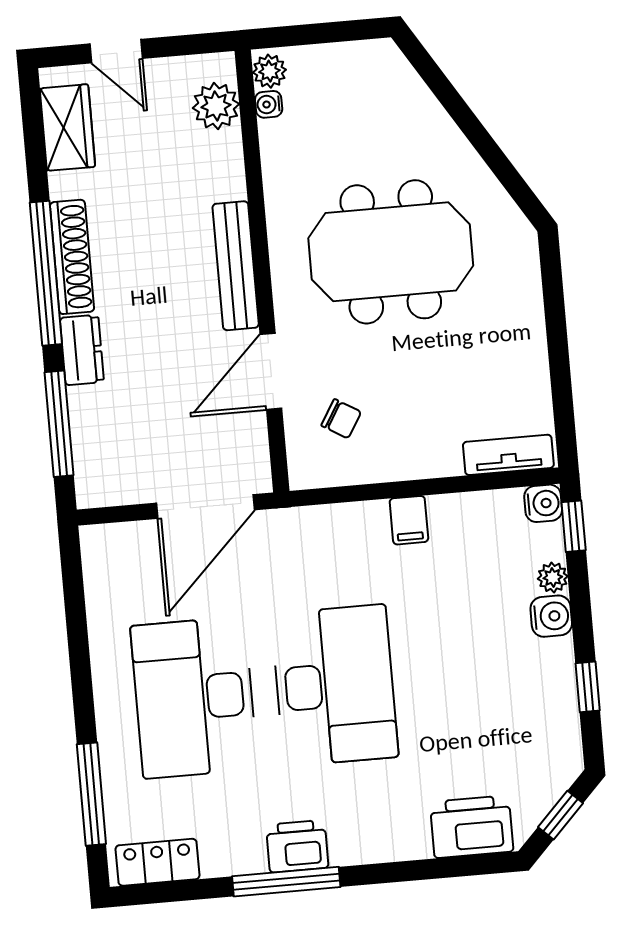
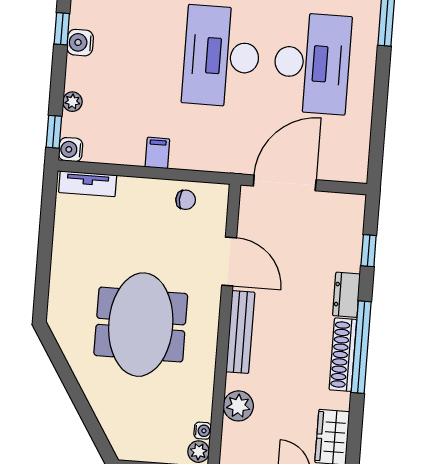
plant: (216, 106) -> (238, 406), moved
meeting table: (391, 252) -> (141, 325), turned 90
door: (271, 371) -> (229, 261), hinge flipped
chair: (341, 419) -> (186, 200), moved, turned 150
window: (59, 424) -> (369, 251), width x0.46
water cooler: (551, 616) -> (80, 43), moved

